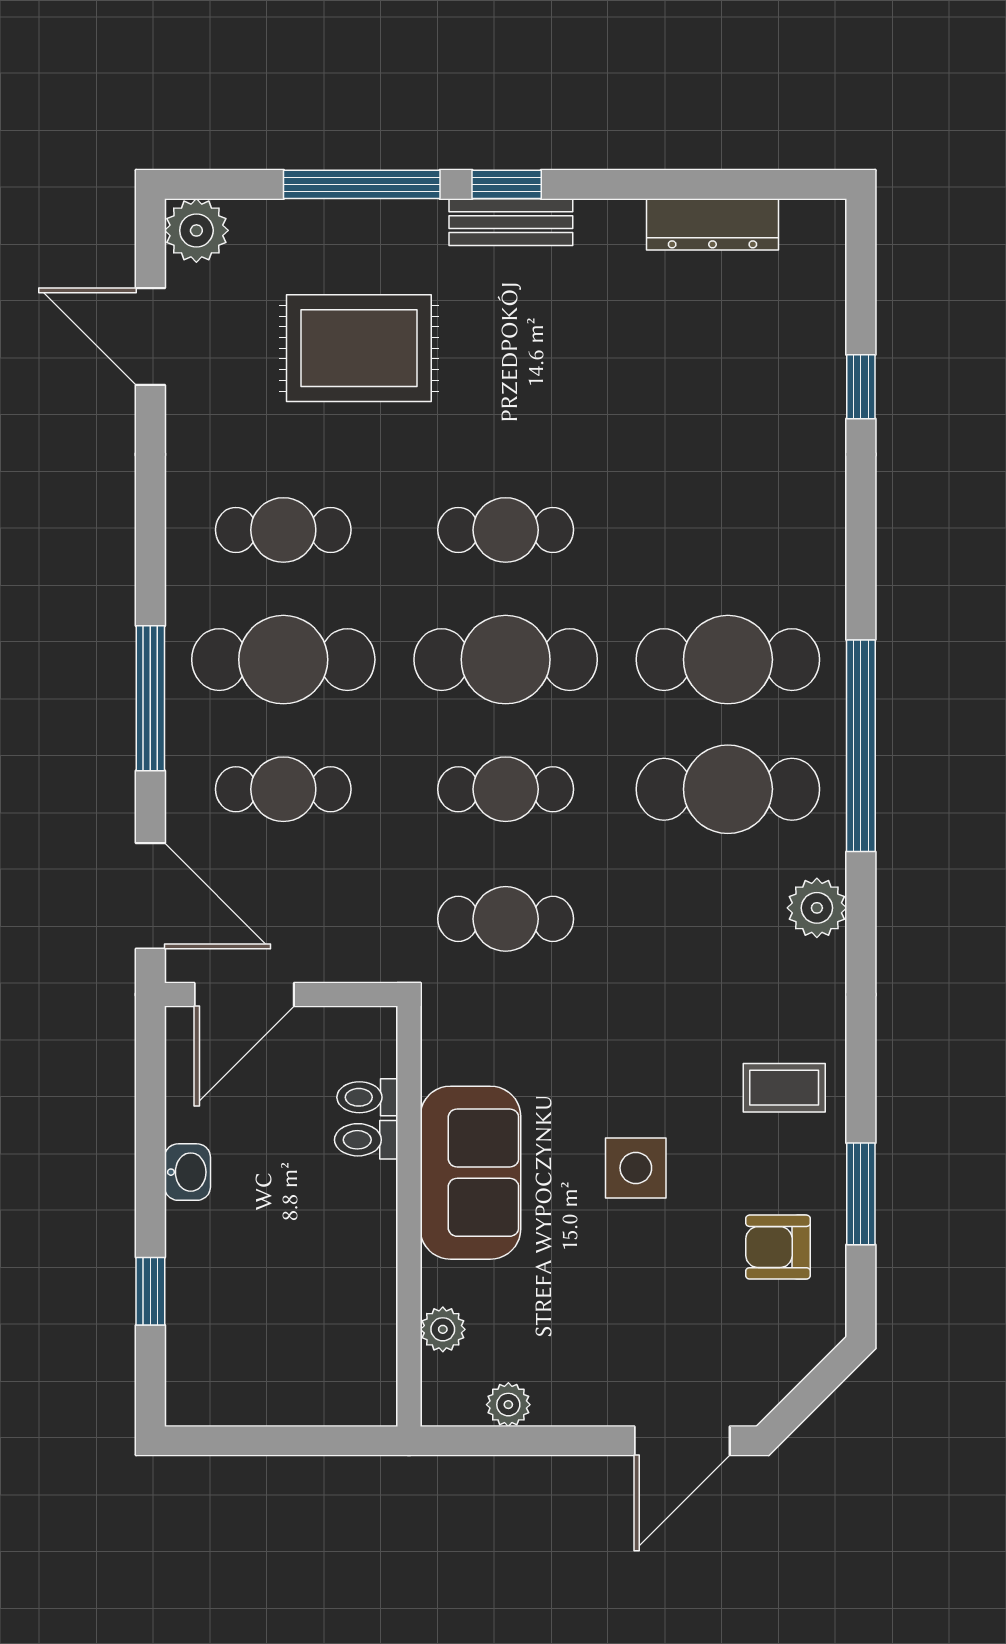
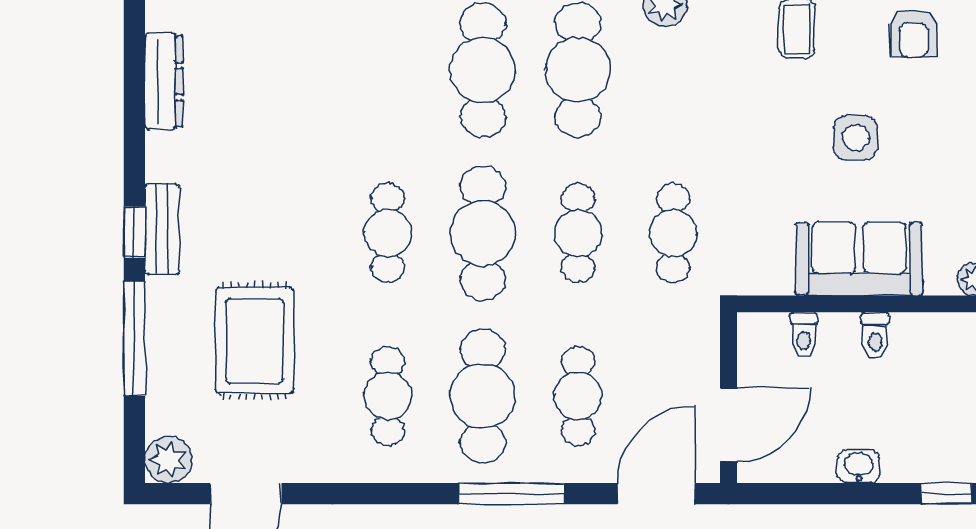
door: (244, 994) -> (728, 425), hinge flipped
toilet: (366, 1140) -> (875, 335), moved

